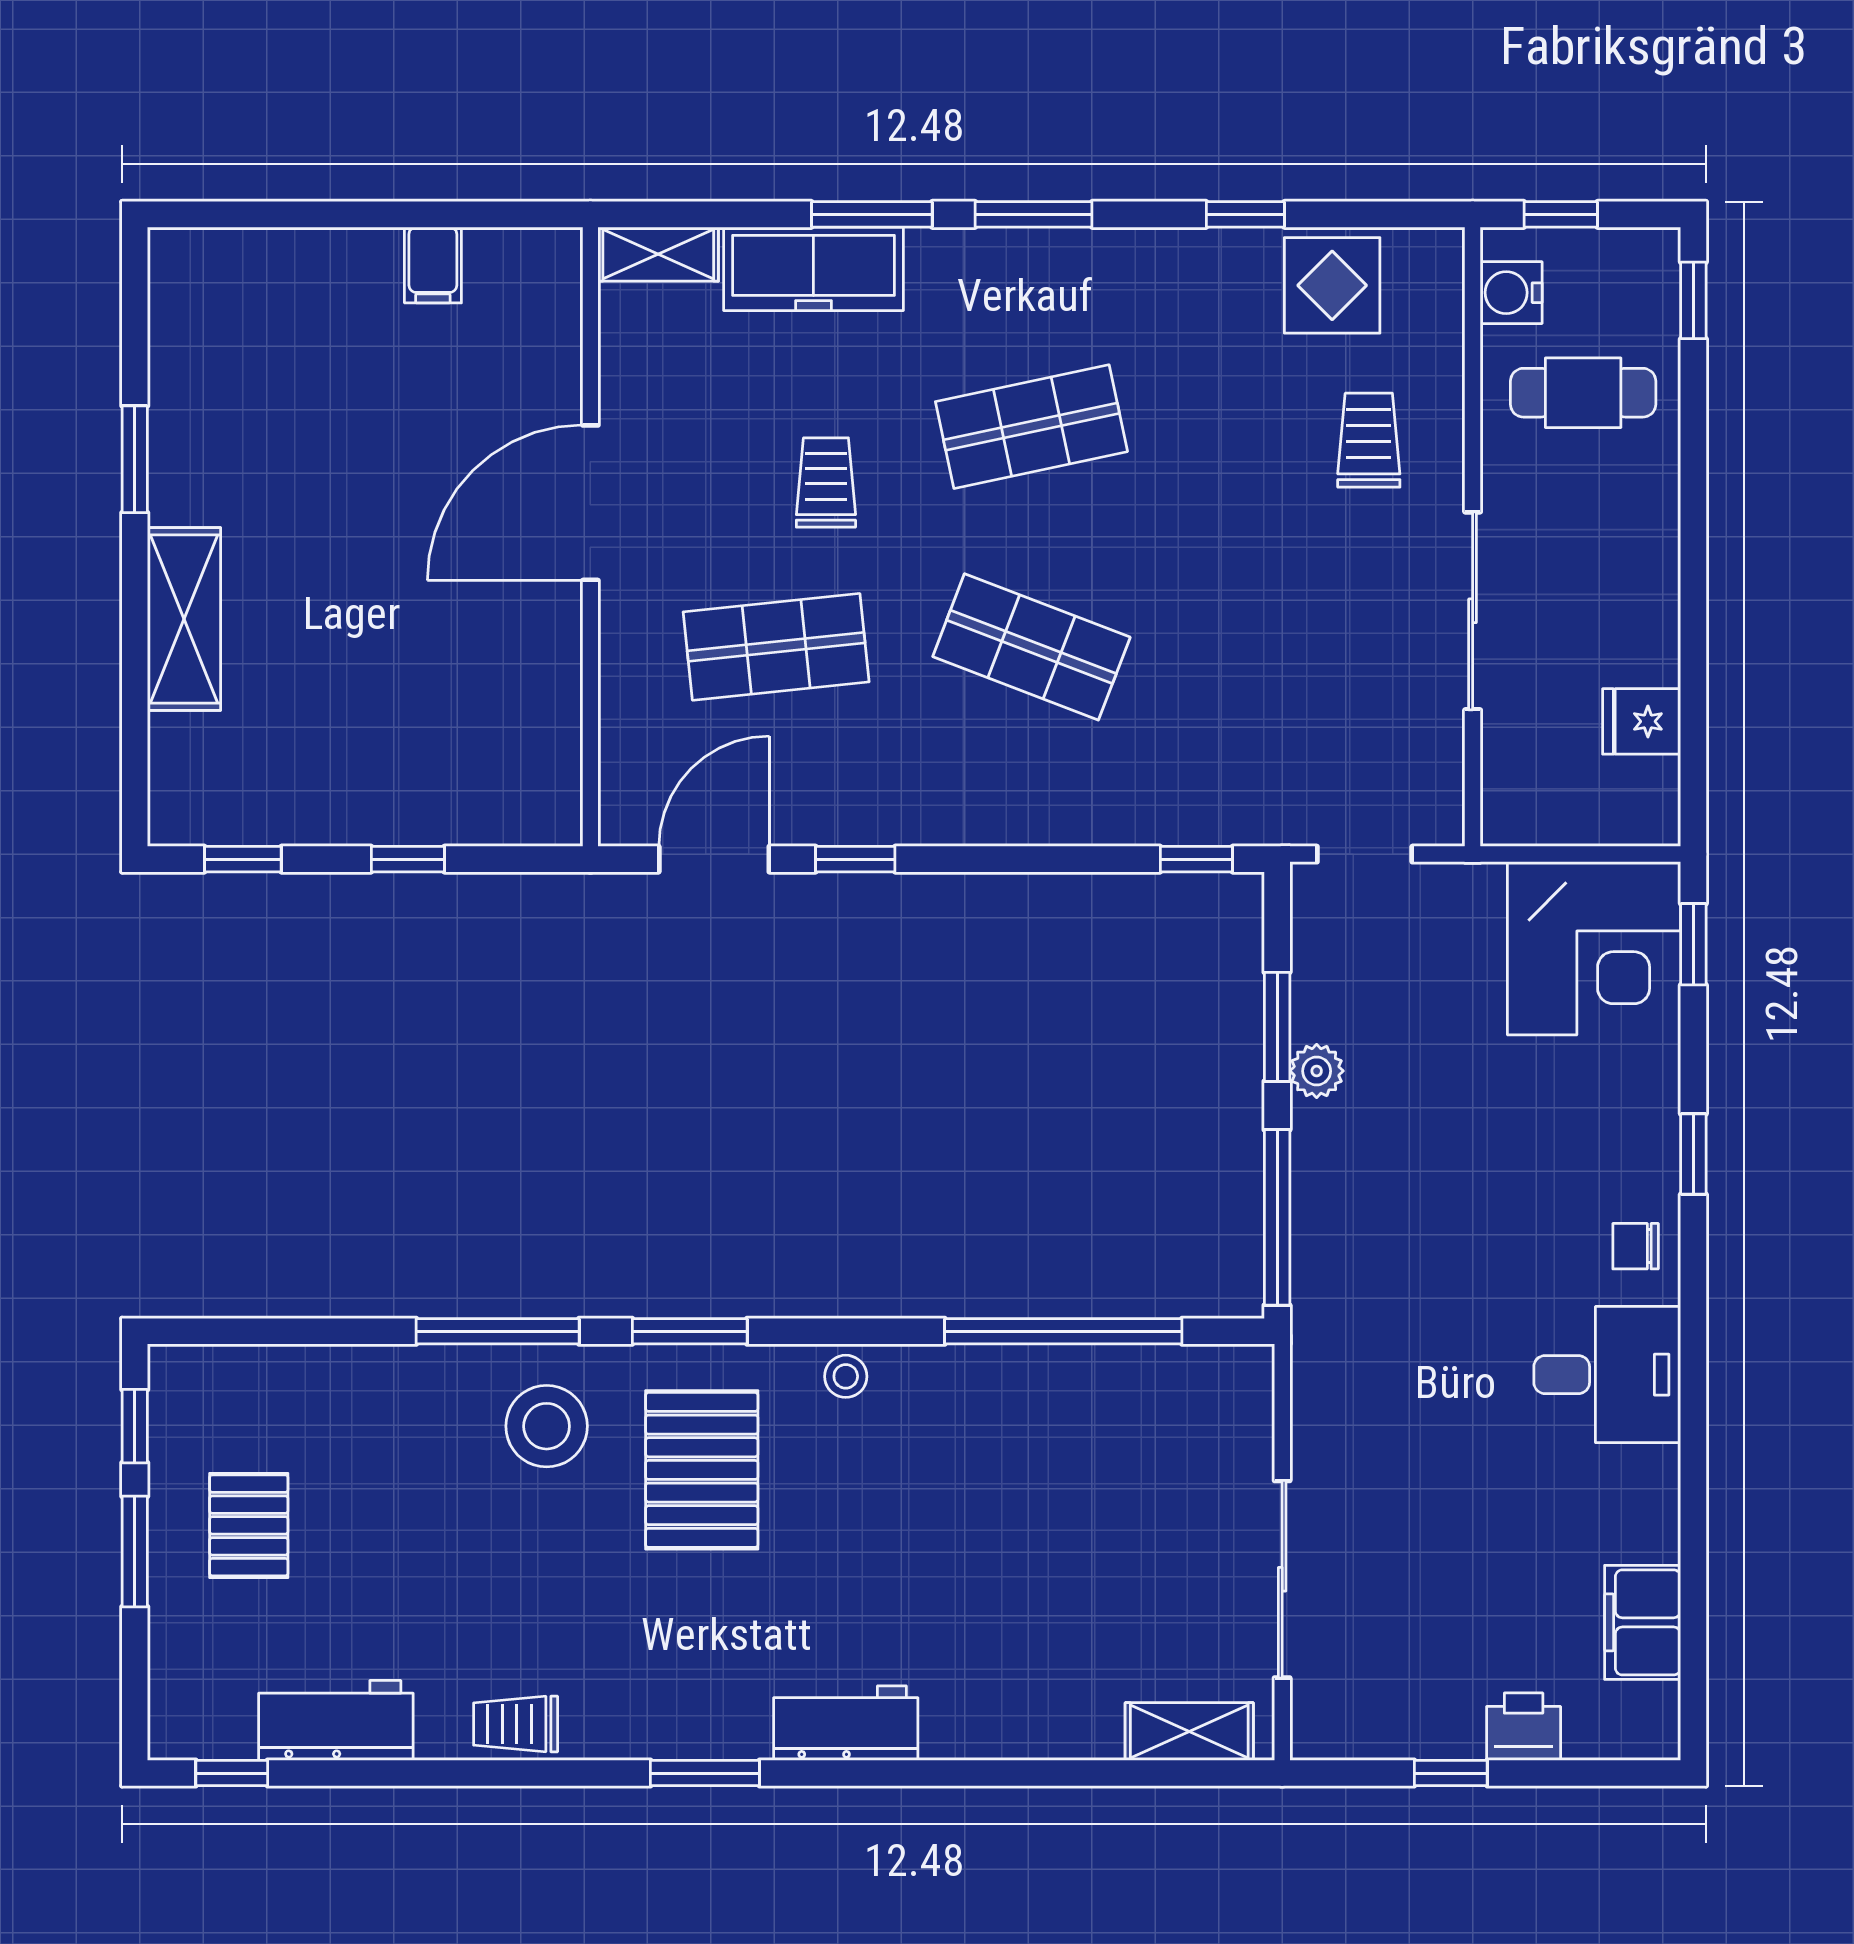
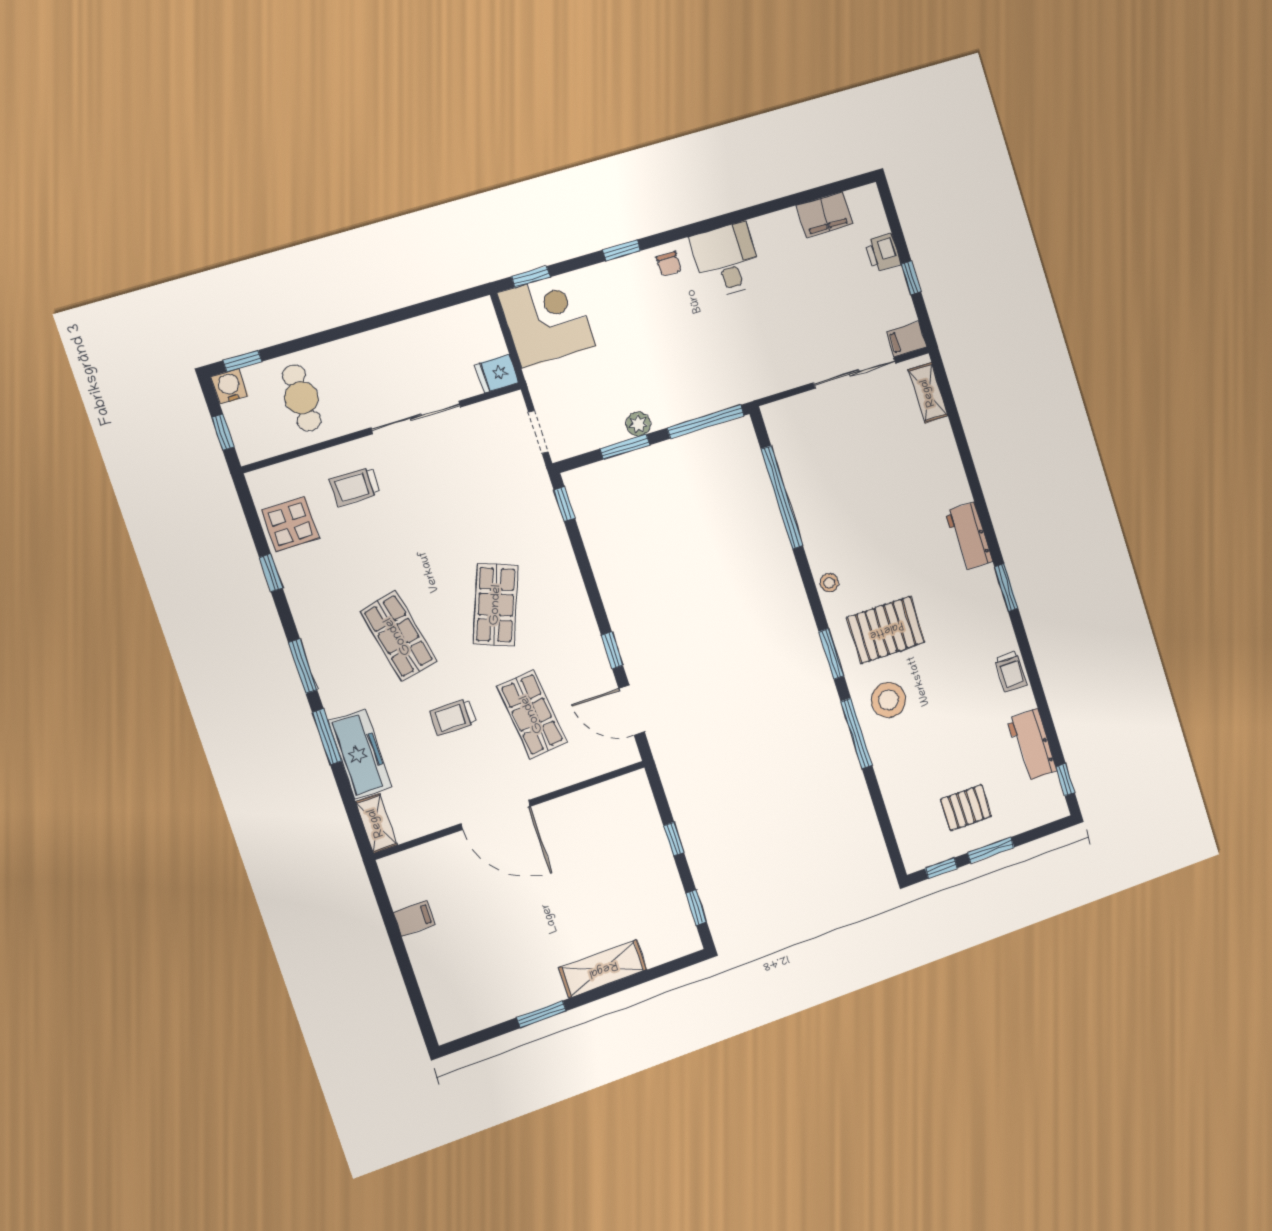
water cooler: (1511, 293) -> (229, 386), moved, turned 180
fridge: (1642, 721) -> (497, 374), moved, turned 90
filing cabinet: (1320, 1720) -> (907, 339), added

